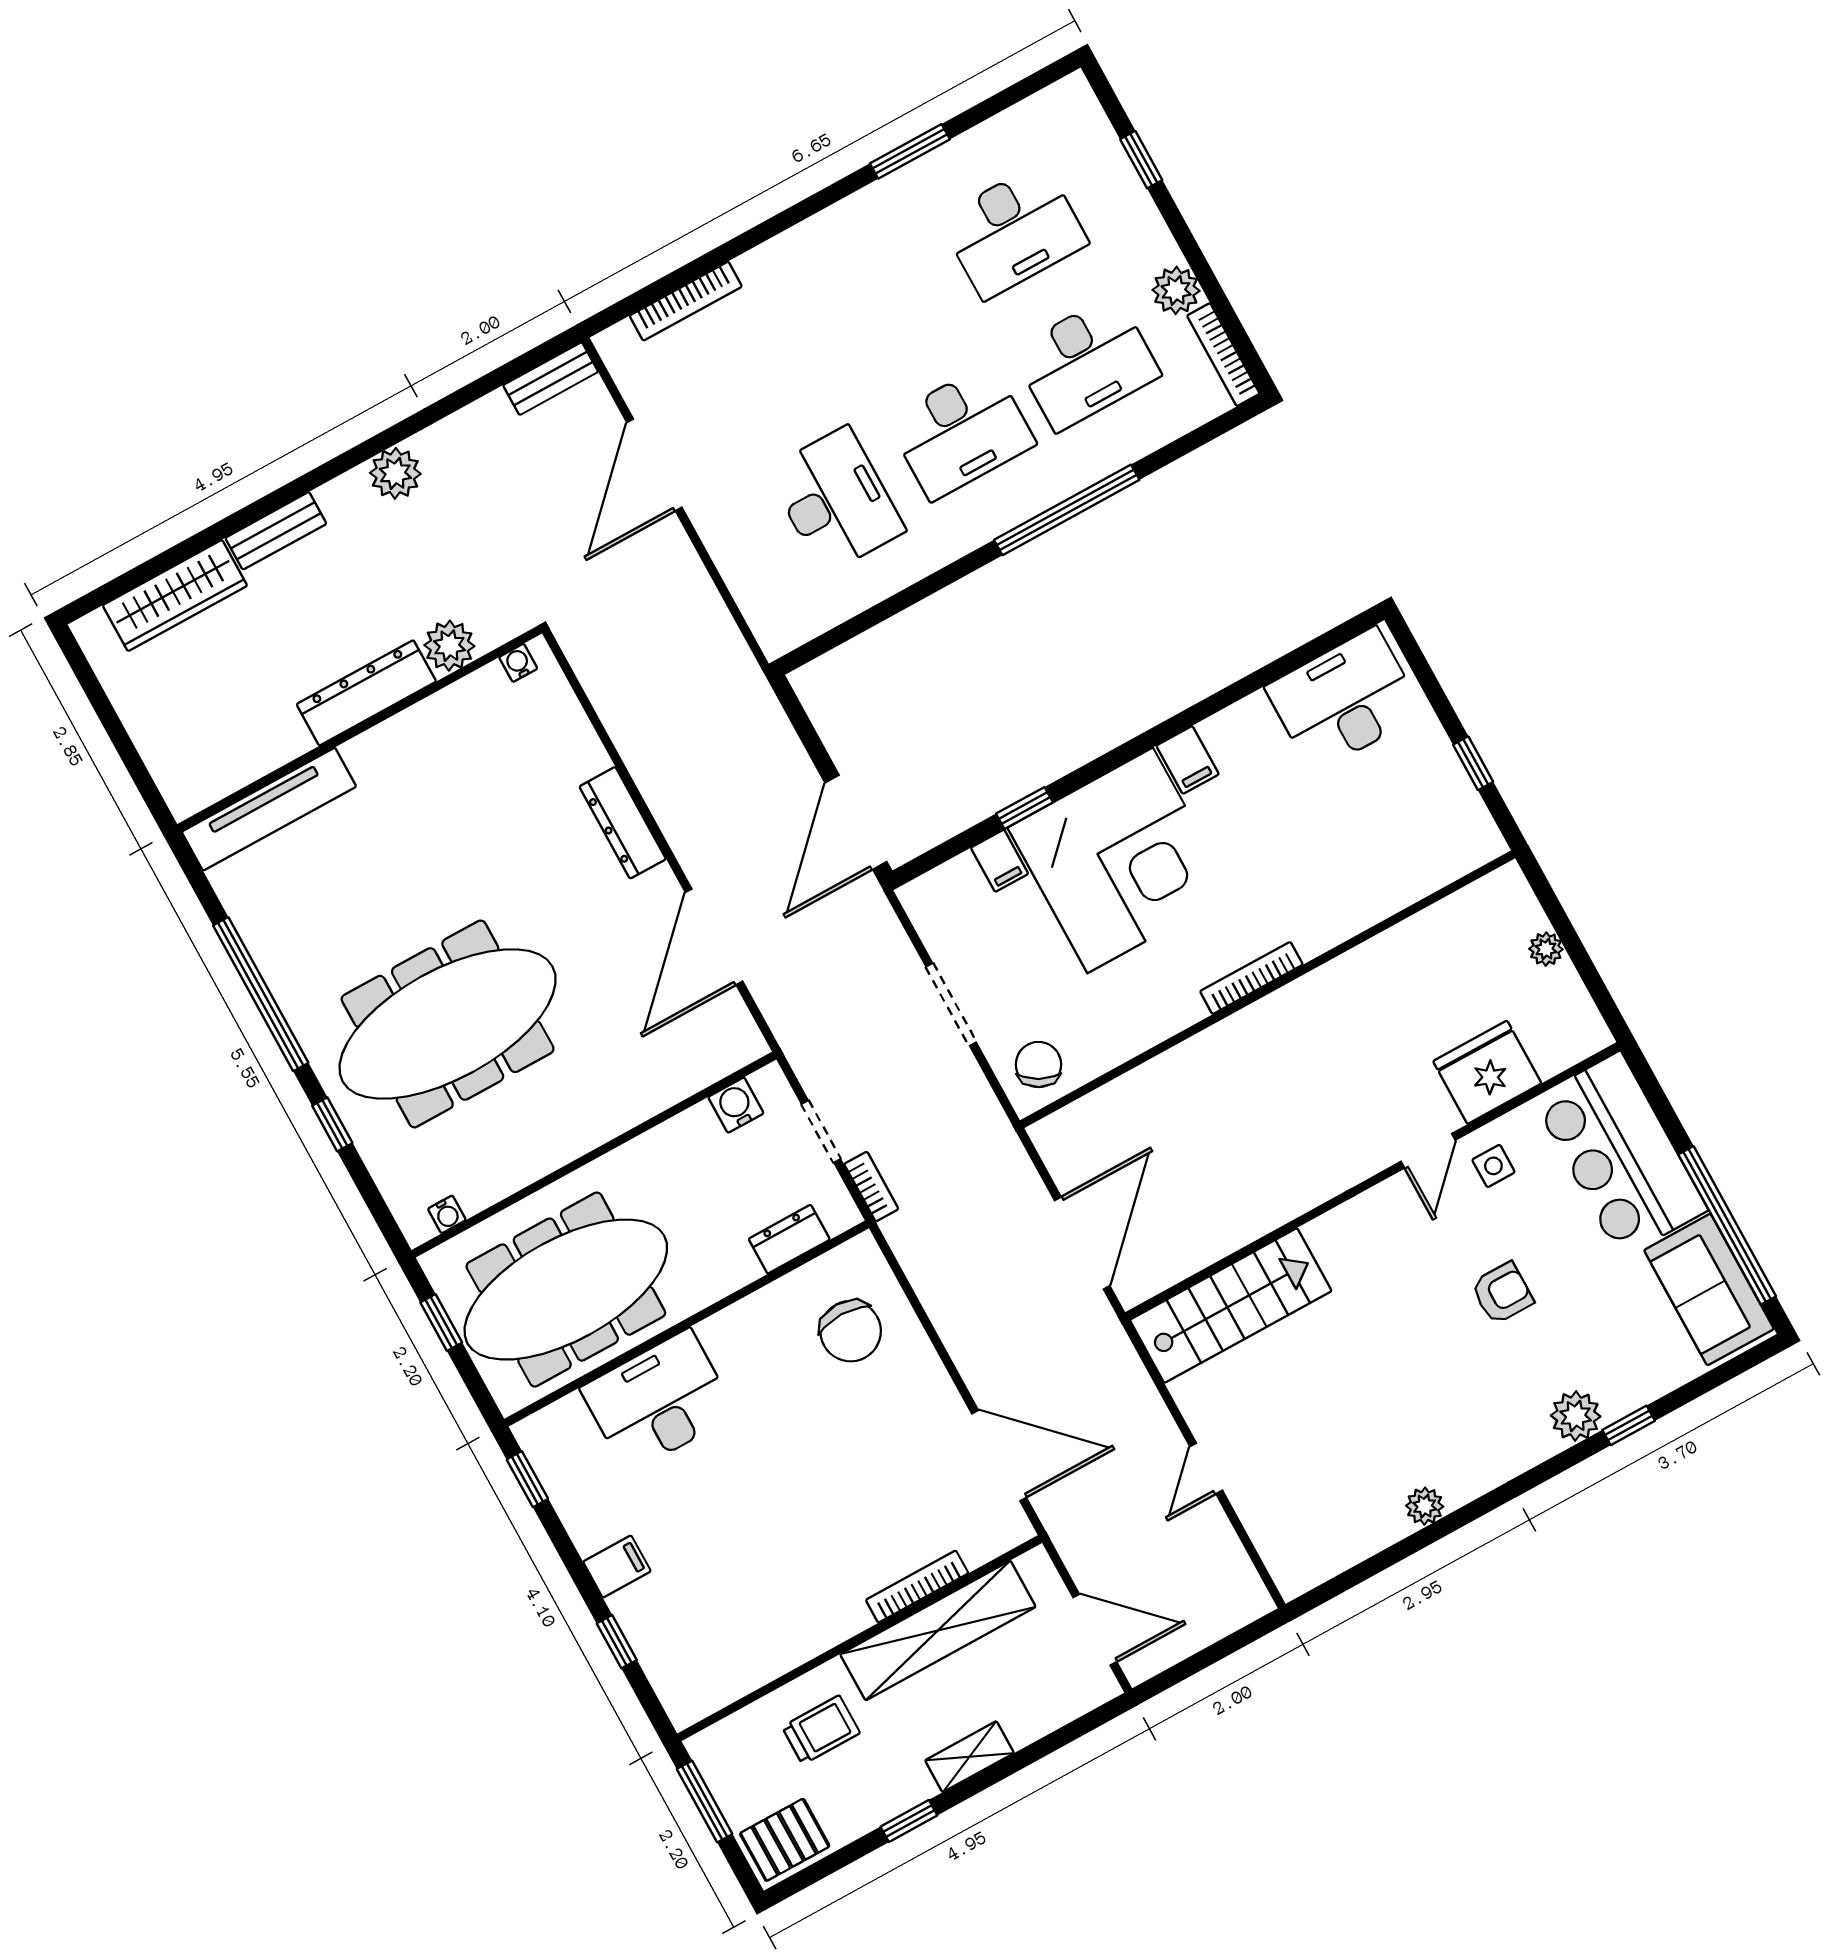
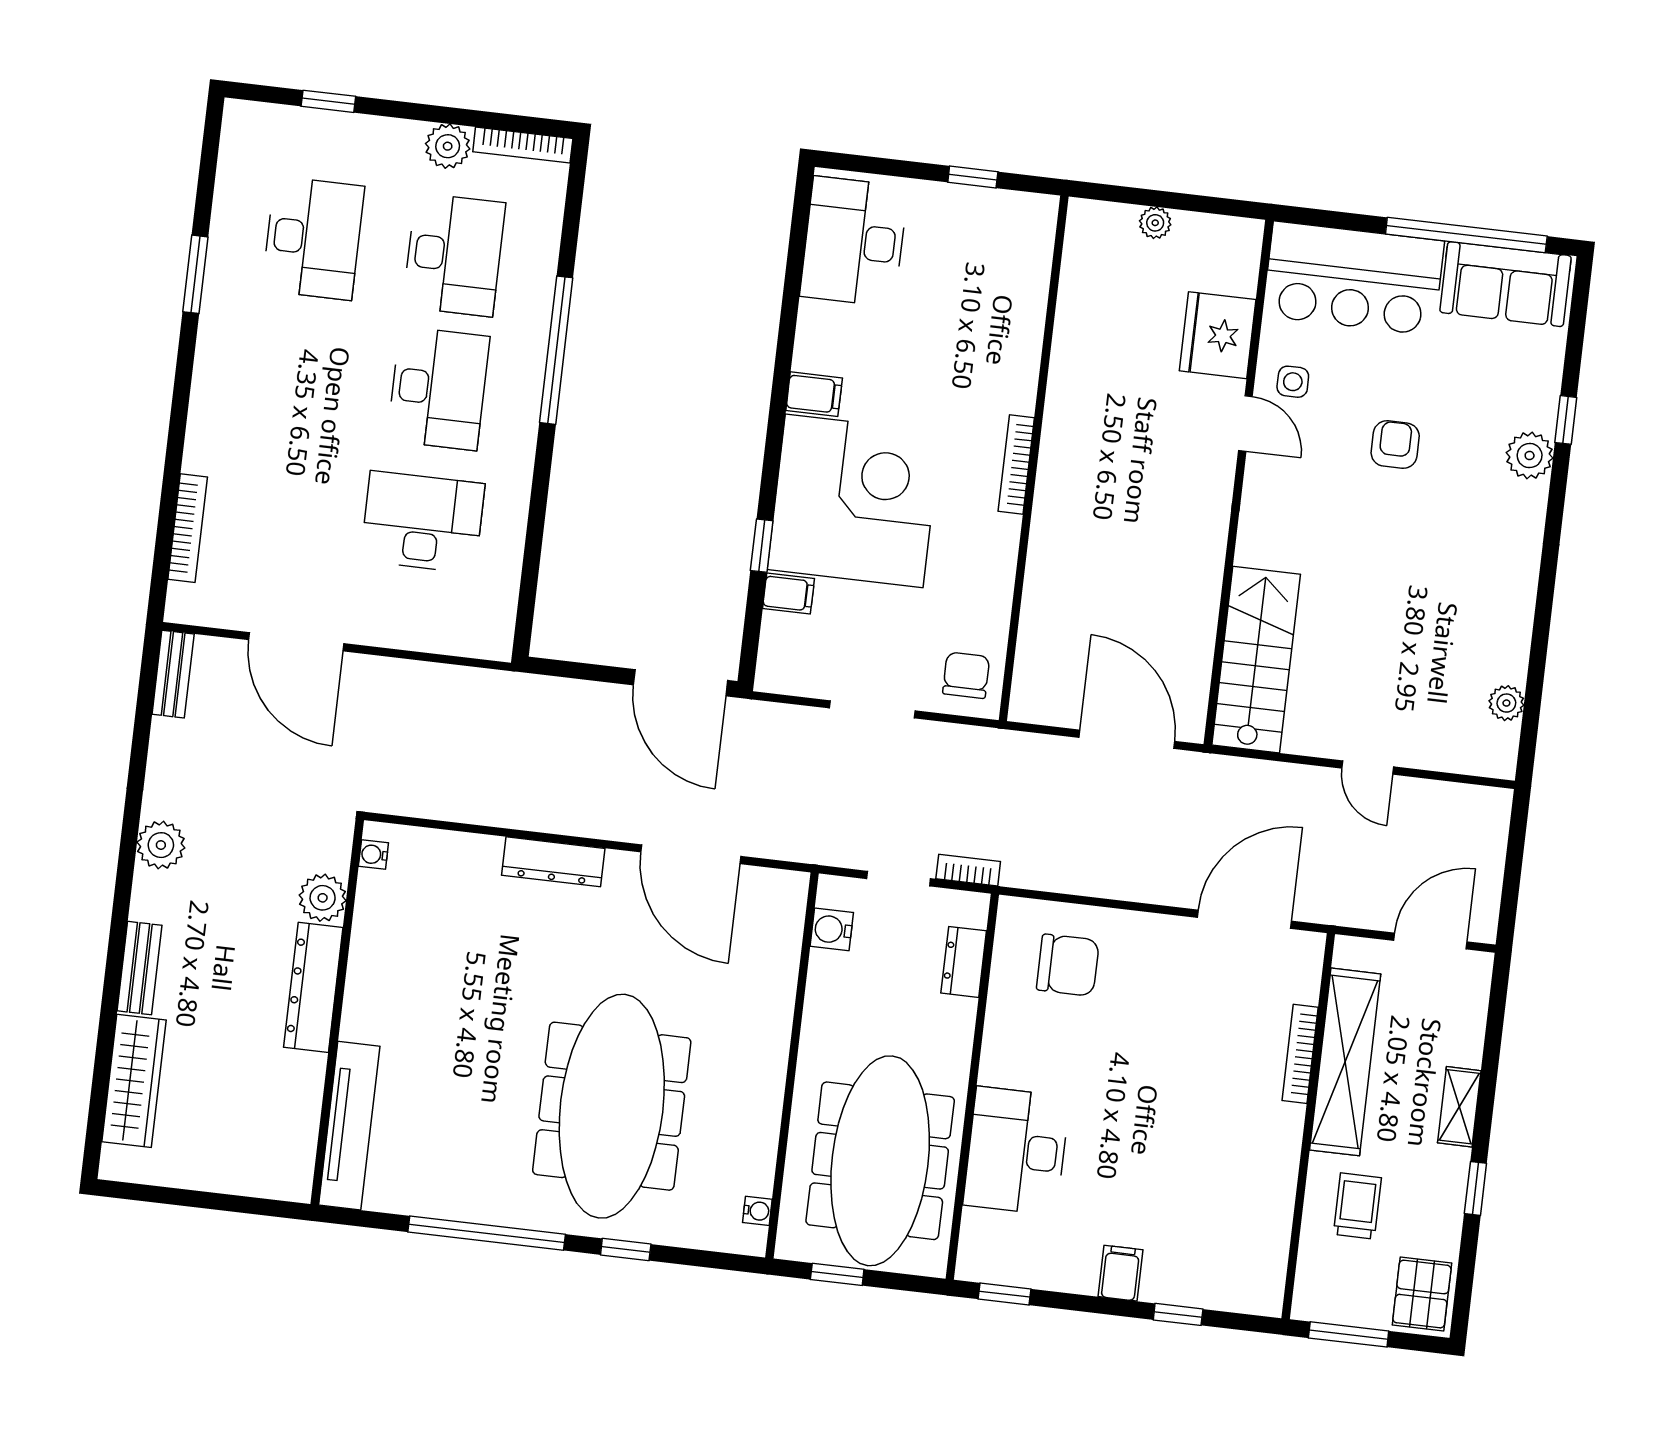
chair: (1038, 1065) -> (966, 675), turned 62
plant: (1425, 1506) -> (1506, 703), moved

